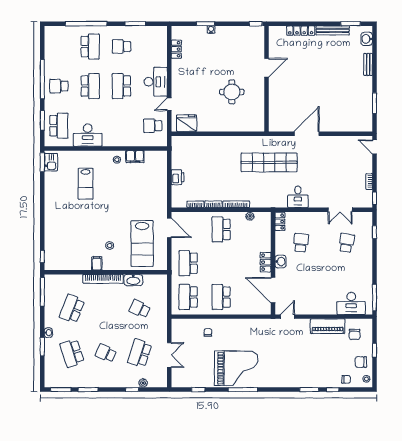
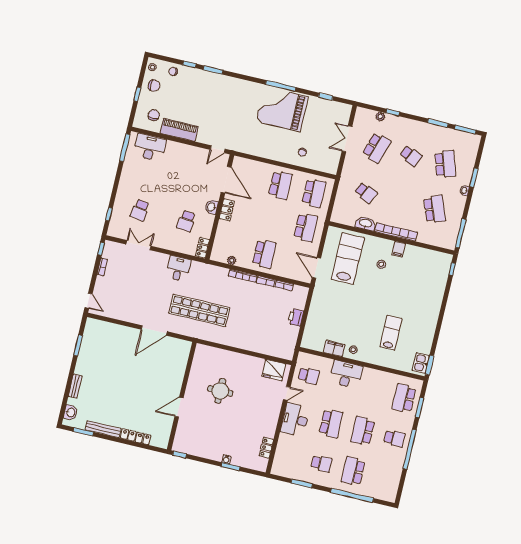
desk: (88, 135) -> (346, 374), moved
school desk: (72, 309) -> (435, 209), turned -42

